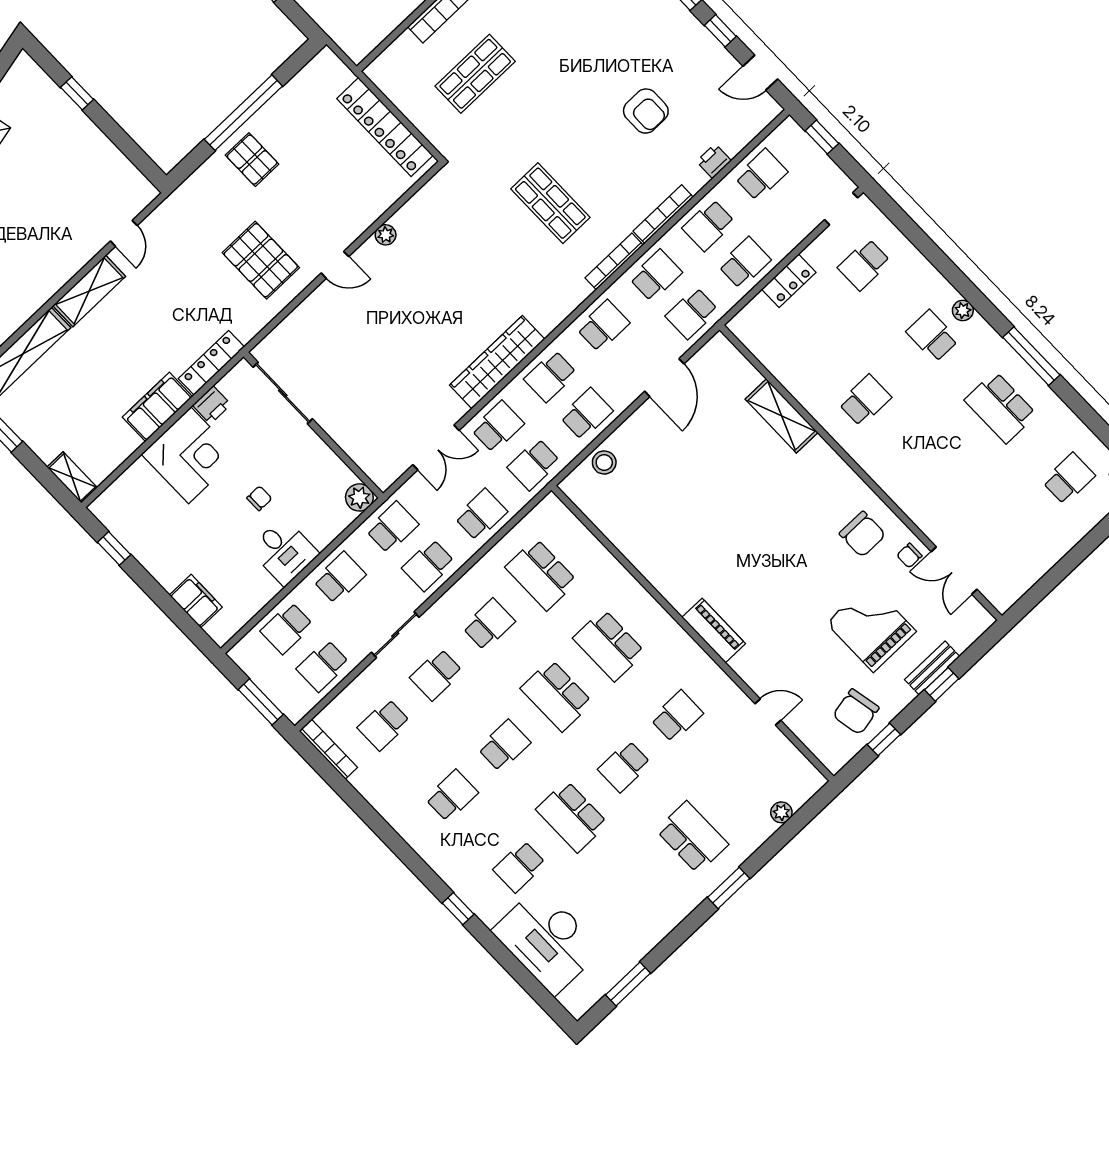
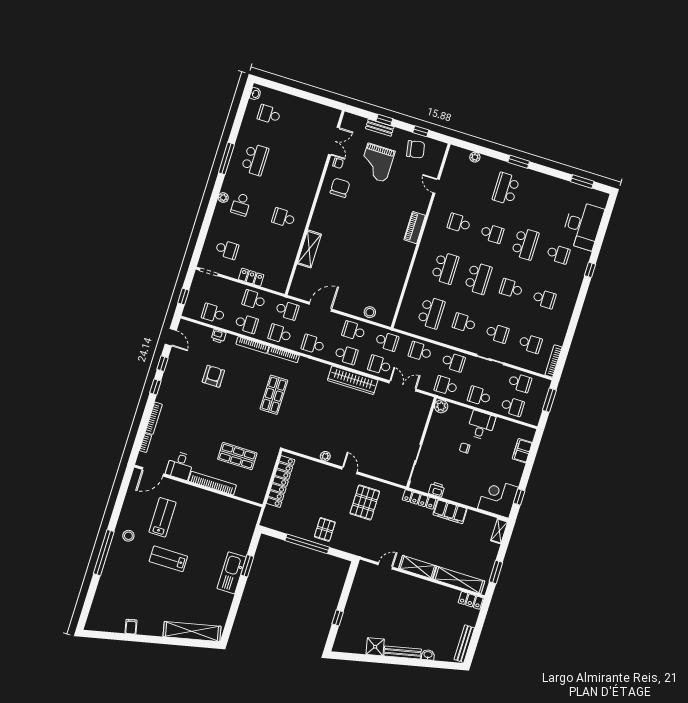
corner desk: (190, 455) -> (498, 498), moved
school desk: (452, 796) -> (544, 299), turned 180

